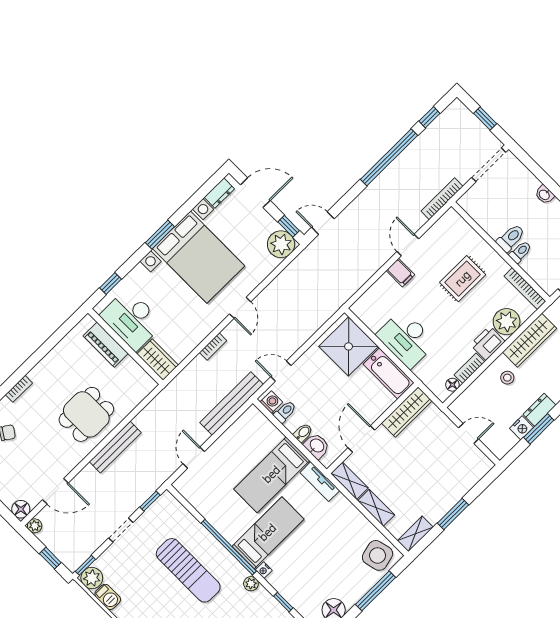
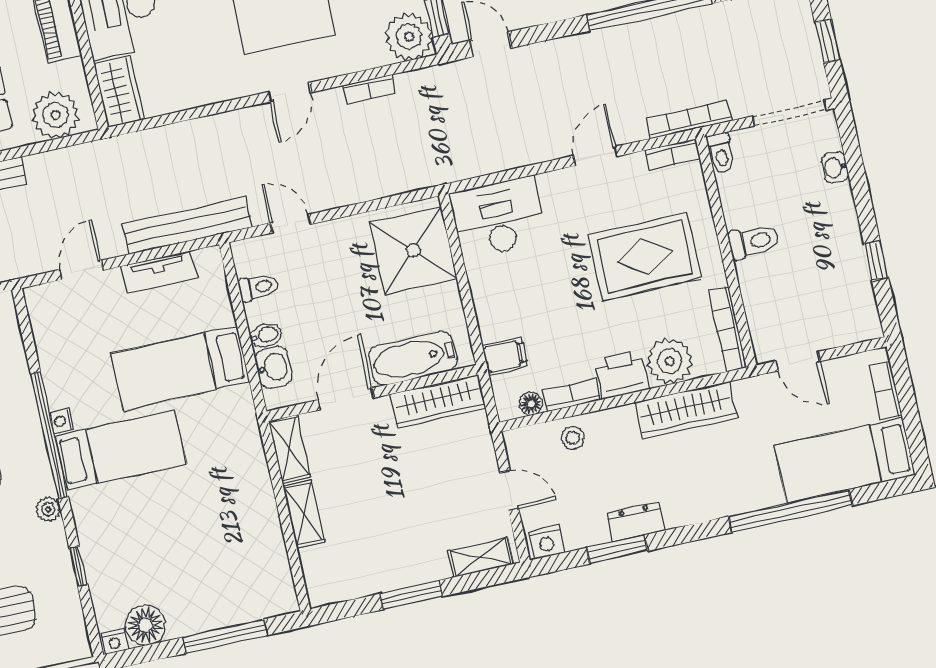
washbasin: (545, 195) -> (835, 167), moved
bookcase: (445, 221) -> (673, 155), added
toilet: (520, 252) -> (721, 153), moved, turned 90
filing cabinet: (400, 273) -> (505, 356), moved, turned -90
rug: (463, 279) -> (645, 256), width x1.36, depth x1.43
desk: (406, 339) -> (498, 218), moved, turned 90
bookcase: (213, 347) -> (369, 89), moved
bathtub: (389, 373) -> (413, 358), moved, turned 90
stool: (507, 378) -> (573, 438), moved
plant: (134, 391) -> (55, 115), added
washing machine: (271, 402) -> (247, 260), removed
nightstand: (521, 428) -> (546, 542), moved
tv unit: (320, 482) -> (159, 272), moved, turned -90
shelving: (415, 534) -> (481, 557), moved
side table: (378, 555) -> (261, 586), removed
nightstand: (264, 570) -> (62, 421), moved

